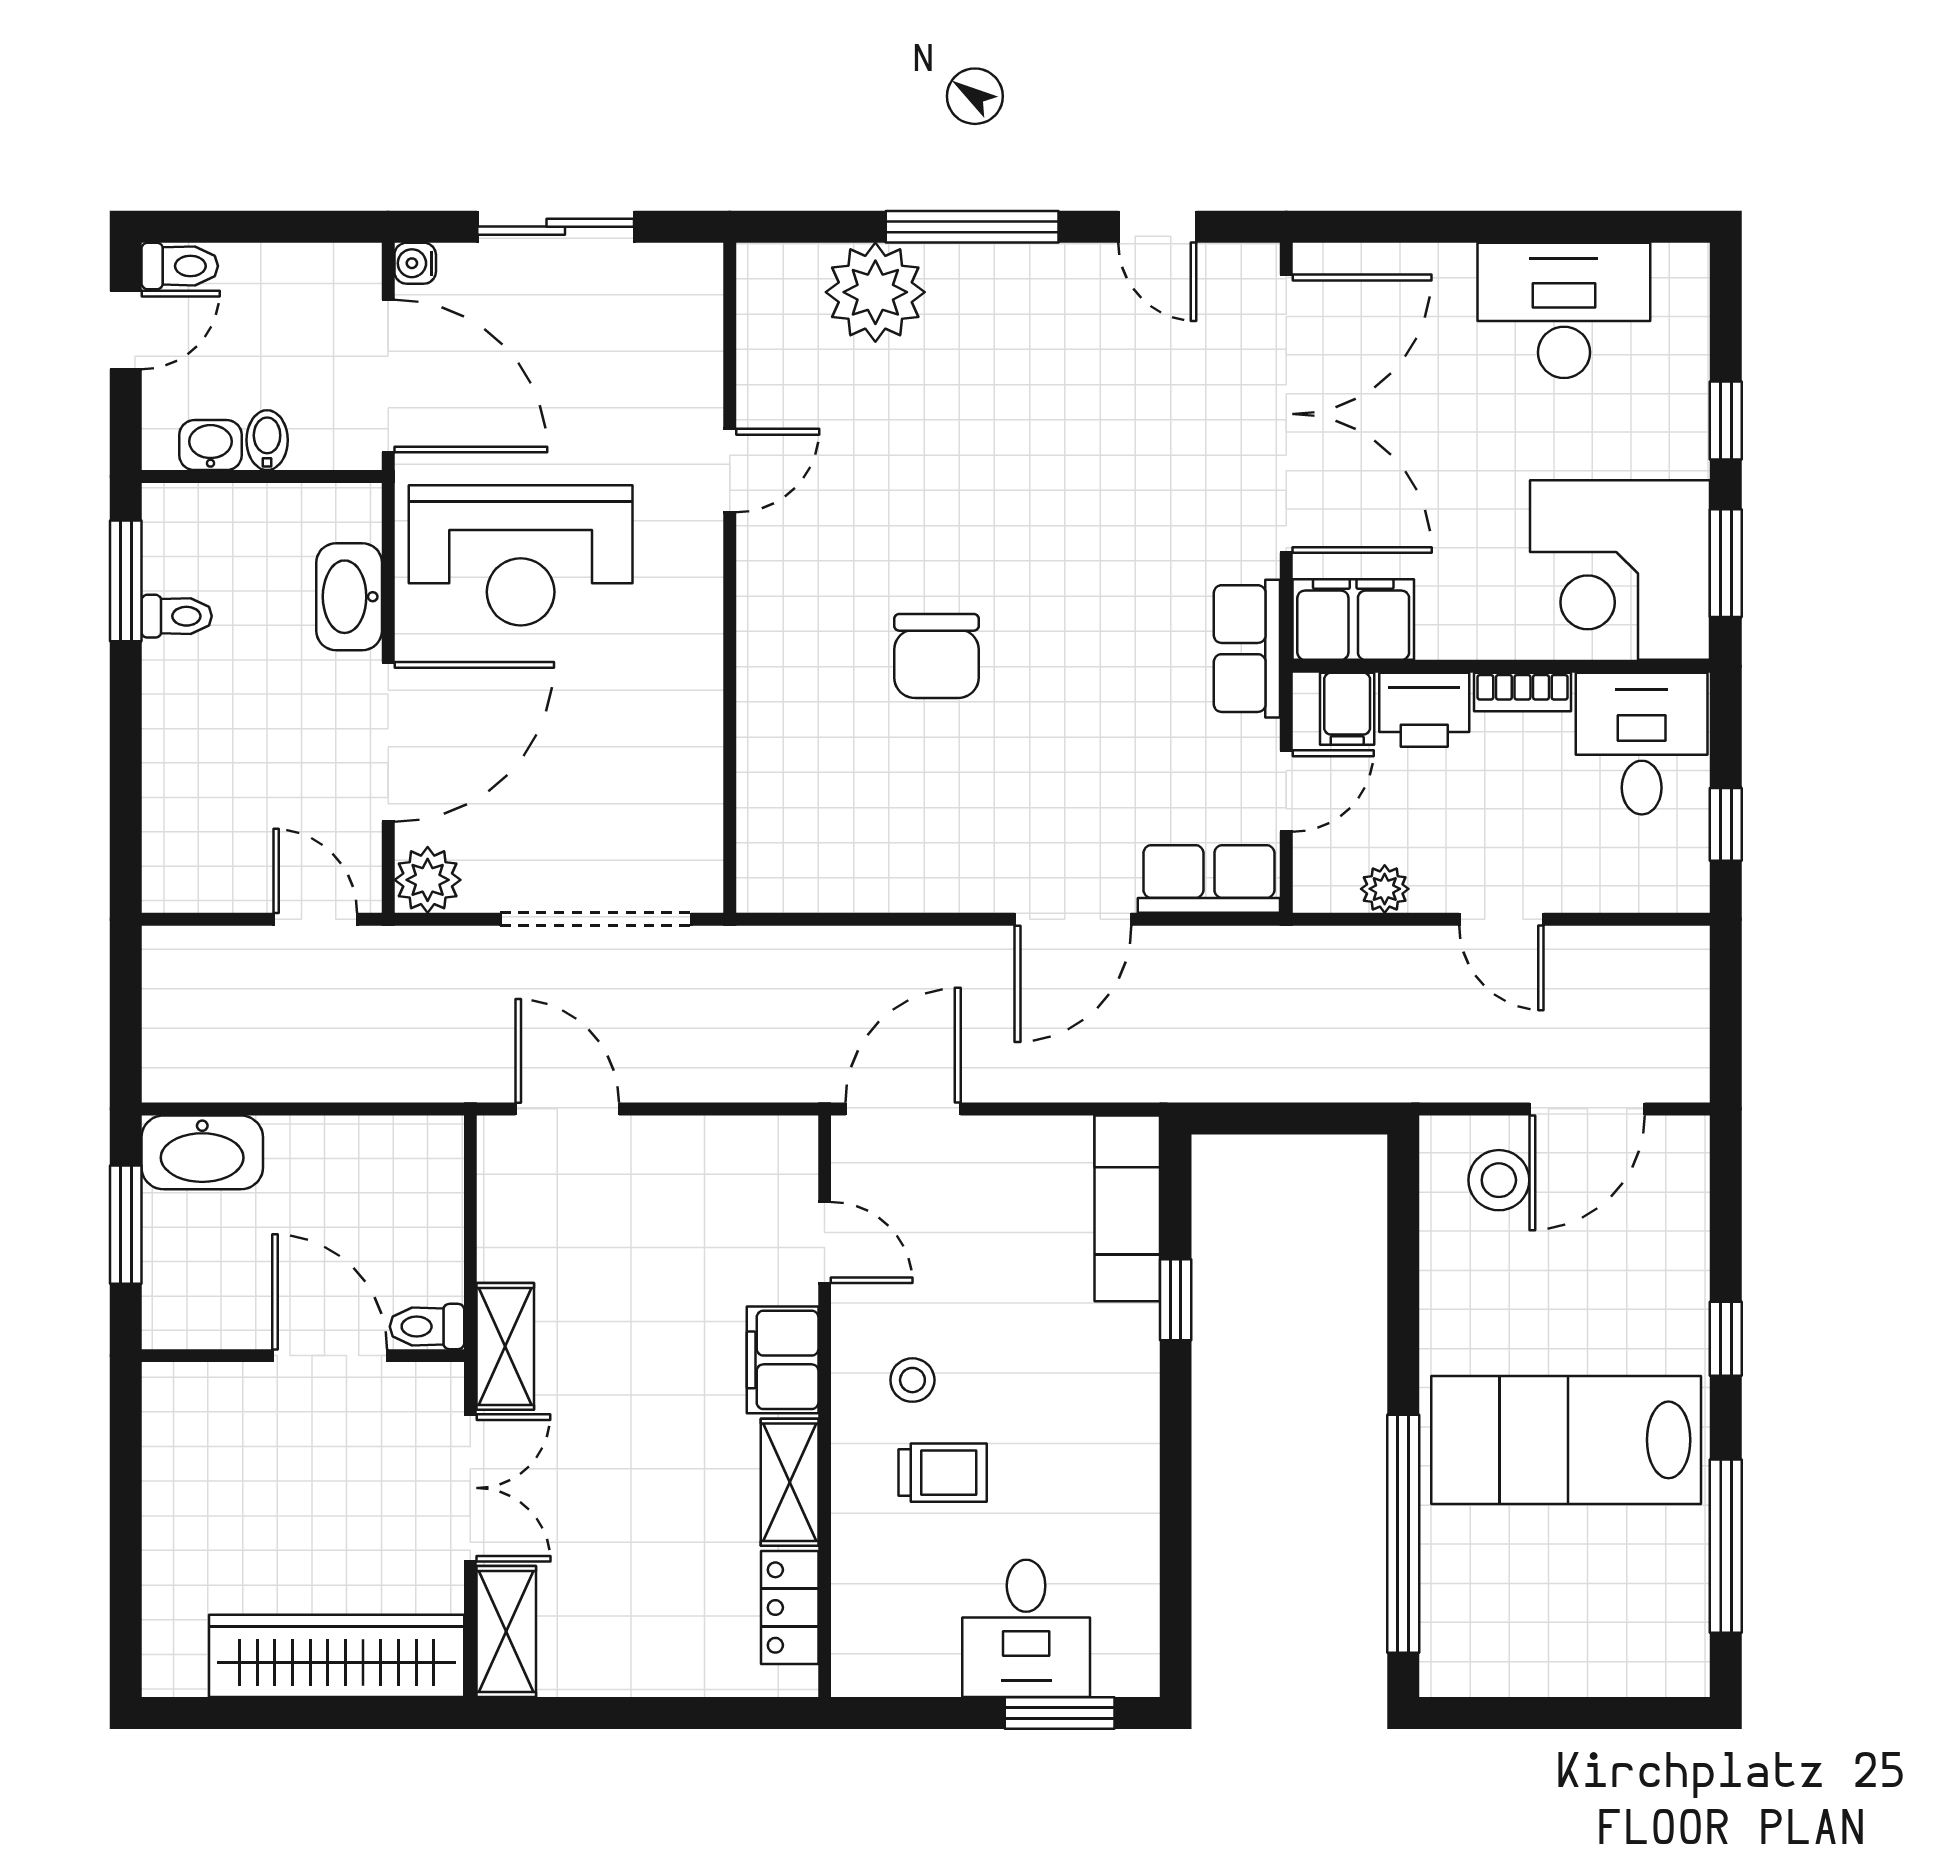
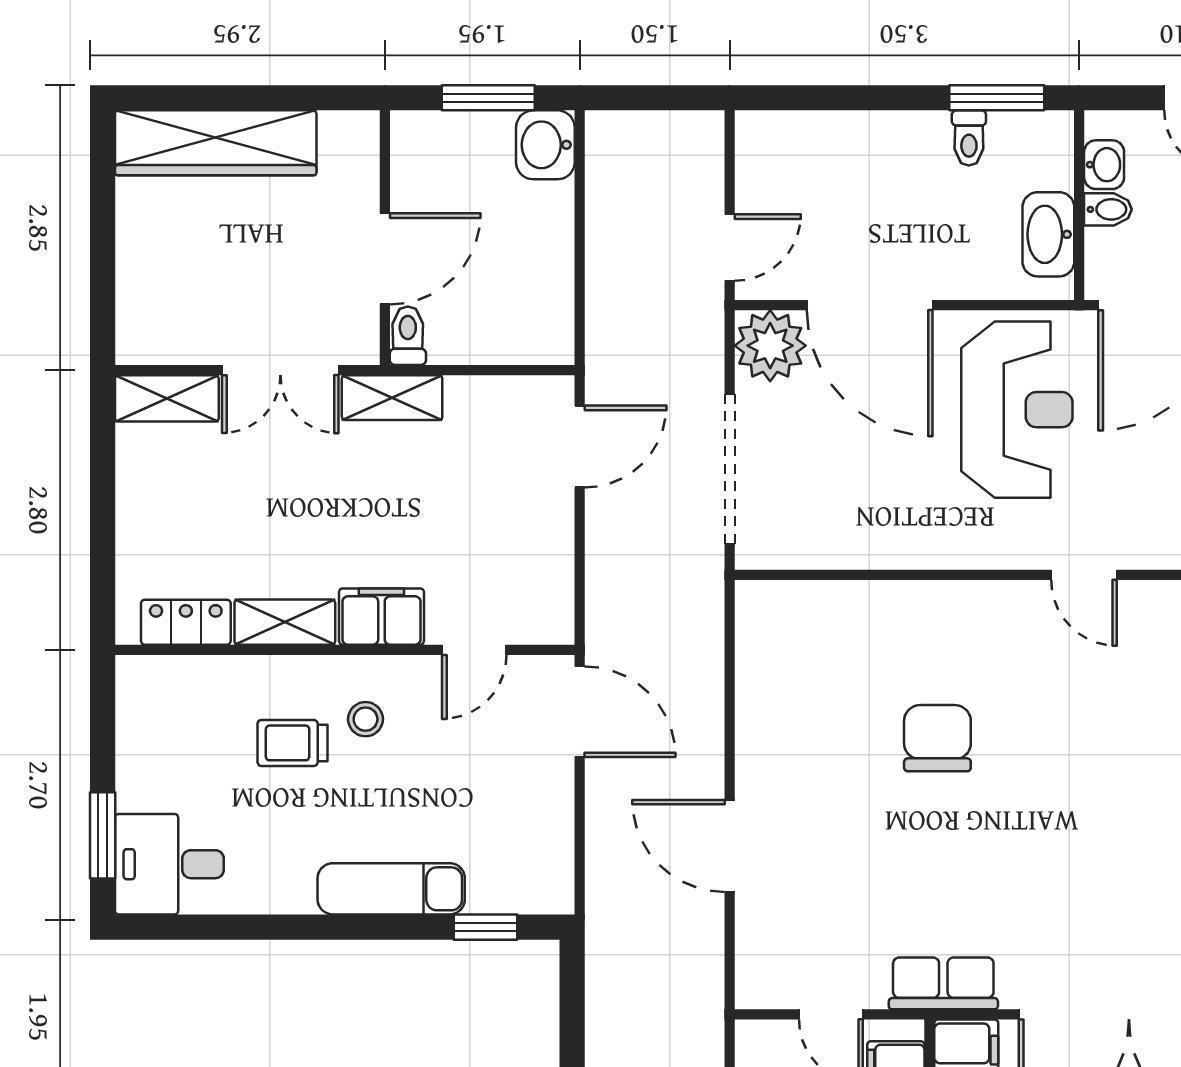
reception desk: (521, 555) -> (1017, 410), turned 180
washbasin: (349, 597) -> (1048, 234), moved, turned -90
chair: (937, 656) -> (937, 738), turned 90
row of seats: (1209, 879) -> (761, 953), removed
plant: (428, 880) -> (770, 346), width x1.36, depth x1.36
washbasin: (202, 1152) -> (545, 145), width x0.72
exam couch: (1127, 1208) -> (391, 889), moved
window: (1176, 1300) -> (485, 927), moved
trolley: (943, 1473) -> (292, 743), turned 90
desk: (1026, 1628) -> (169, 864), moved
wardrobe: (337, 1656) -> (216, 143), moved, turned 90

